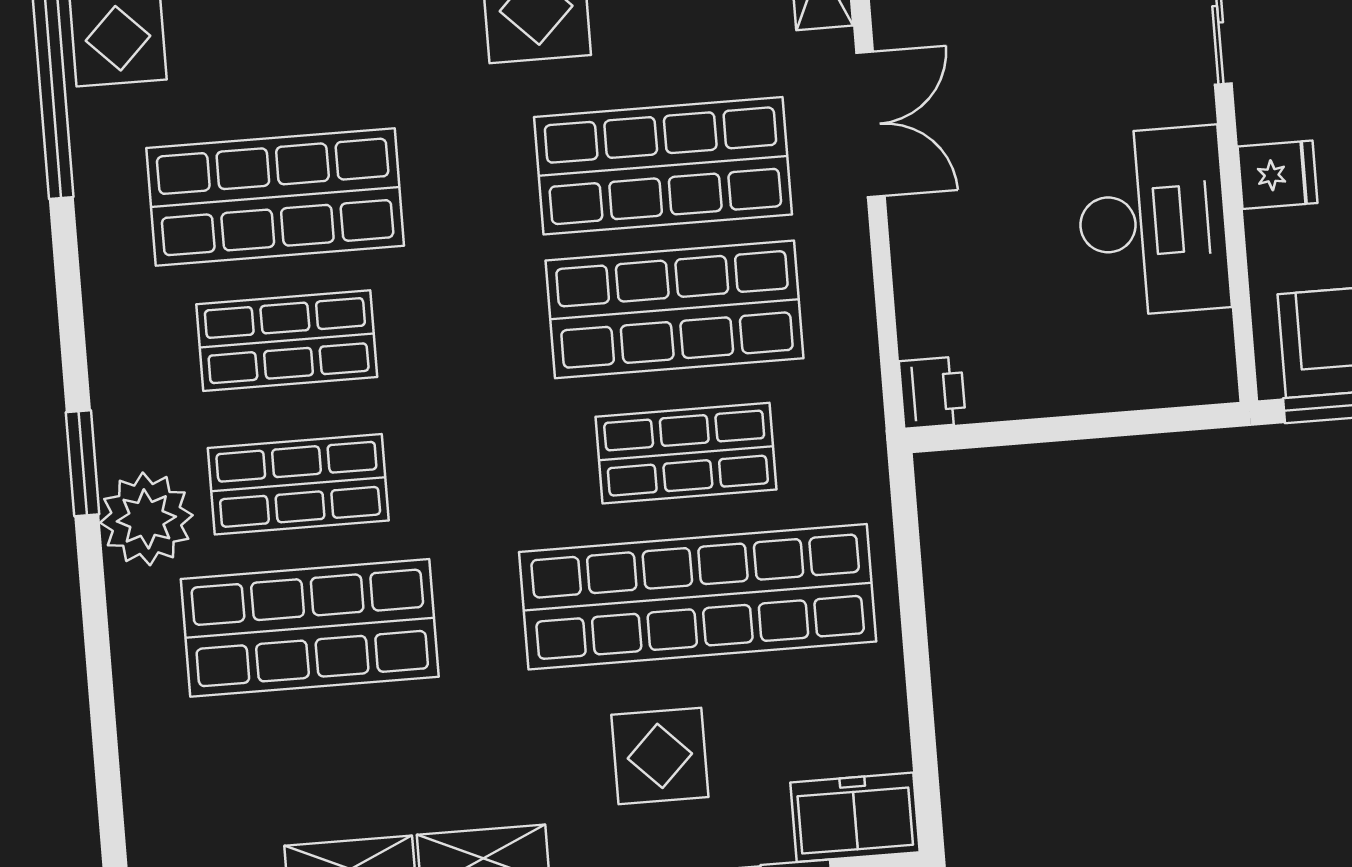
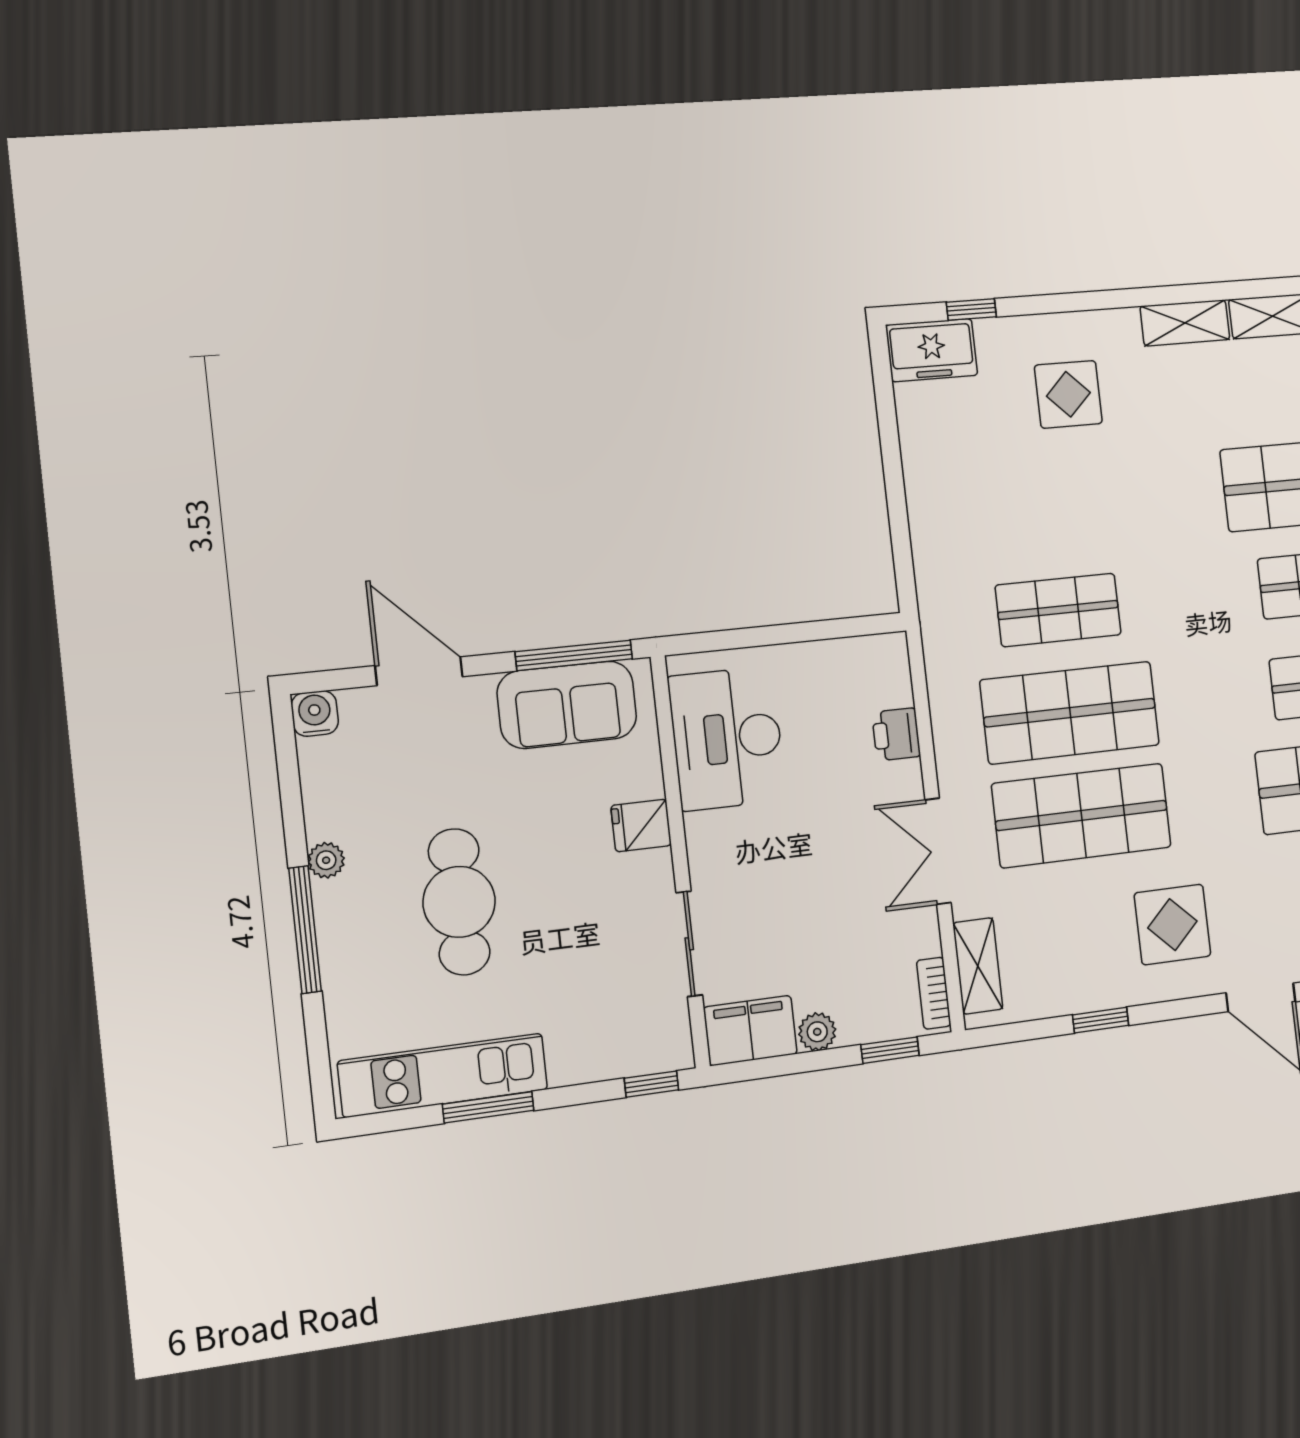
desk: (1153, 221) -> (727, 738), moved
printer: (932, 393) -> (896, 734), moved
shop shelf: (698, 597) -> (1047, 508), removed

